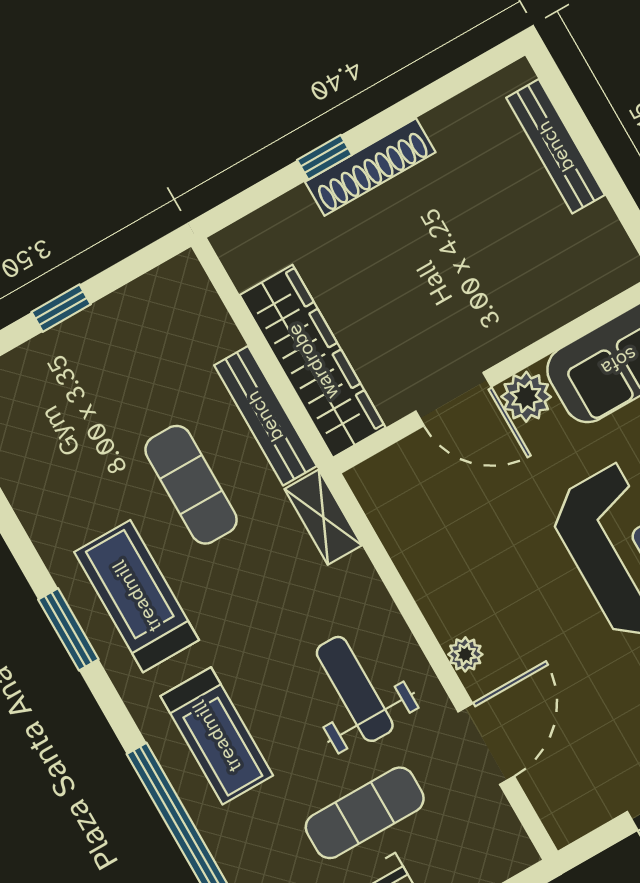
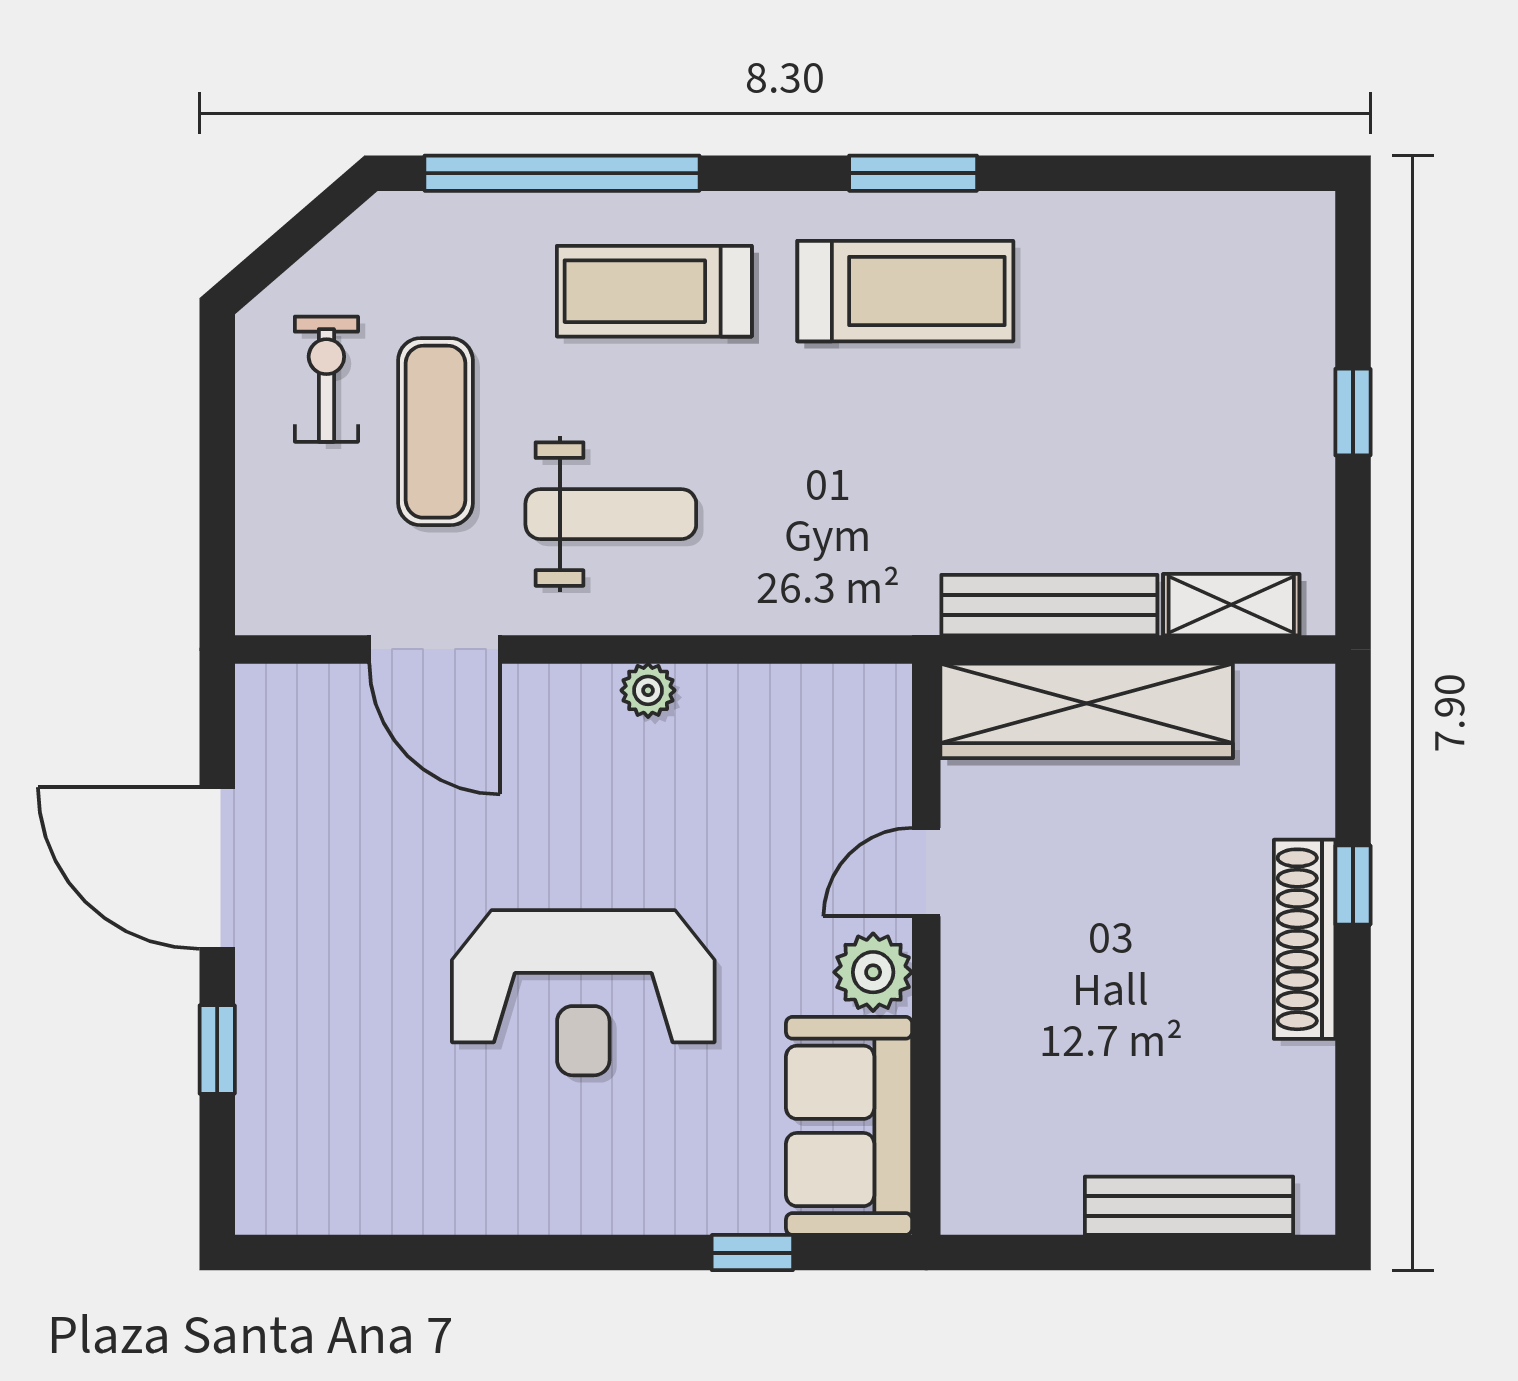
door: (454, 399) -> (926, 872), width x0.73
exercise mat: (191, 485) -> (1014, 451), removed
shelving: (323, 517) -> (1231, 605), moved
plant: (465, 654) -> (648, 690), moved

